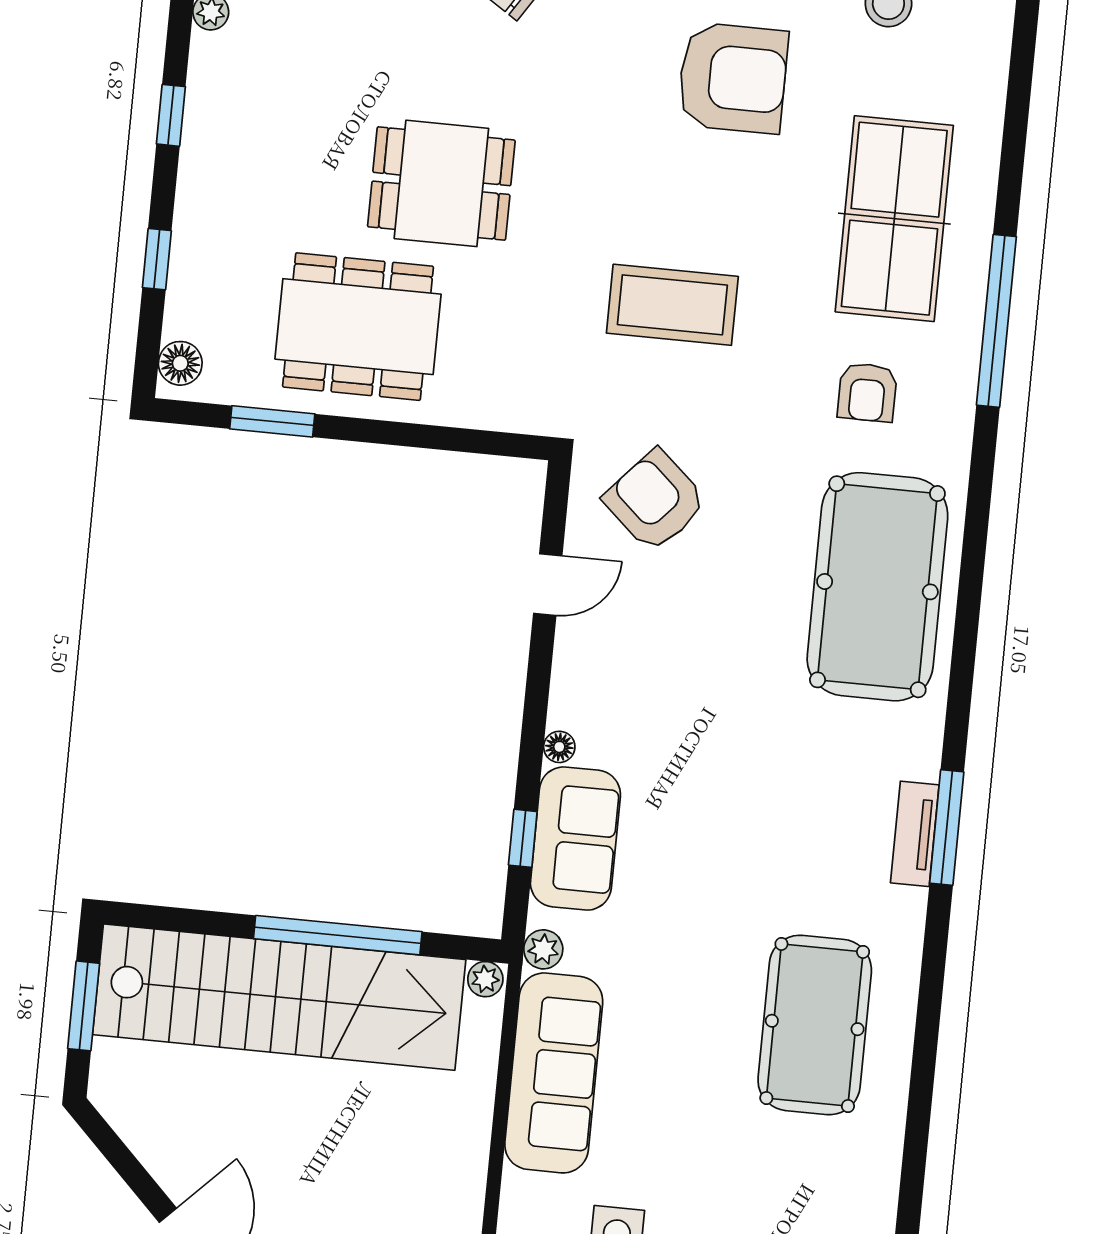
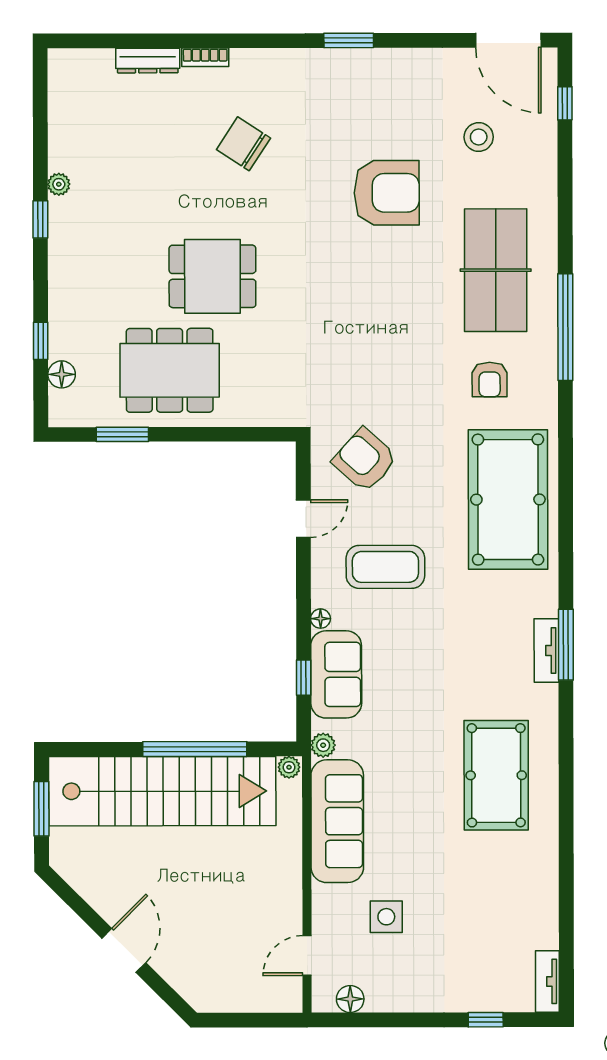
window: (171, 115) -> (40, 219), moved
coffee table: (672, 305) -> (385, 567), moved
floor lamp: (180, 363) -> (62, 374), moved

